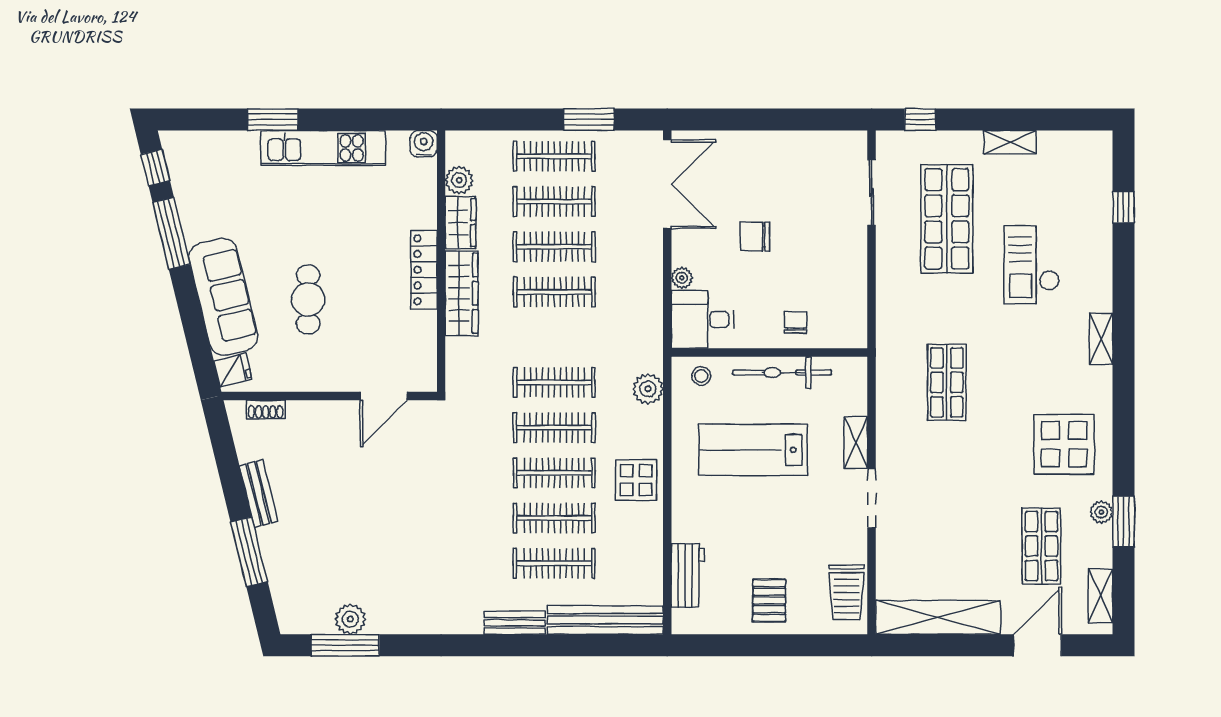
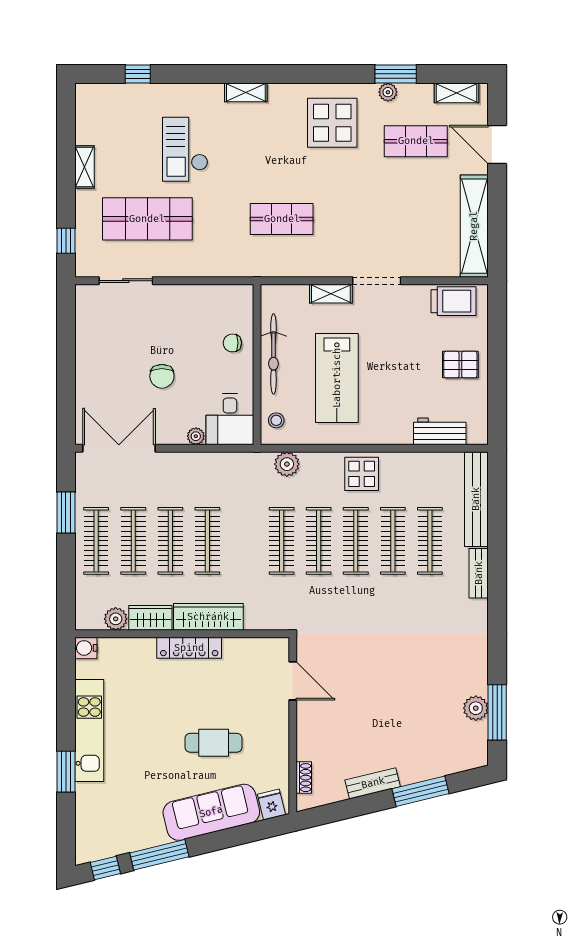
checkout: (1032, 265) -> (185, 149), turned 90

